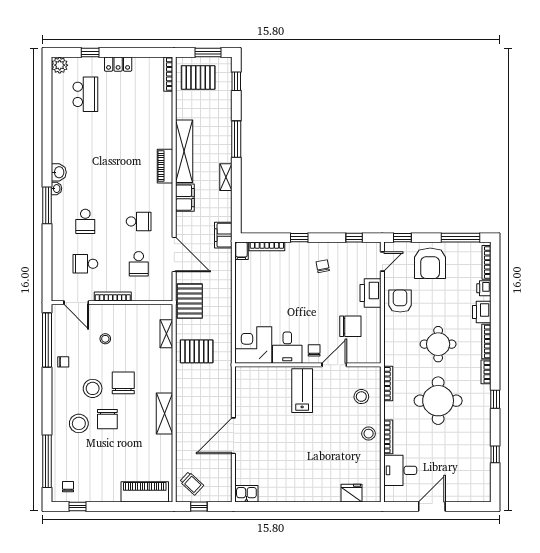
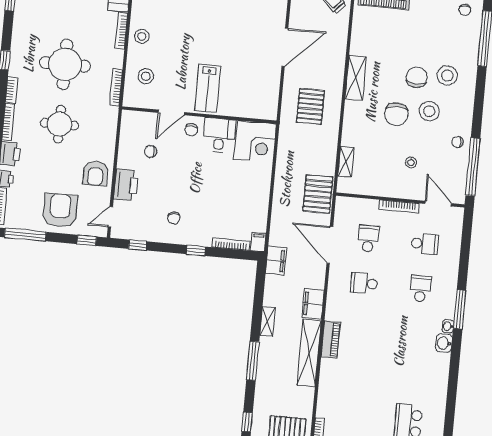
chair: (350, 326) -> (150, 152), width x0.54, depth x0.54
pallet: (197, 351) -> (310, 106), moved, turned 90

